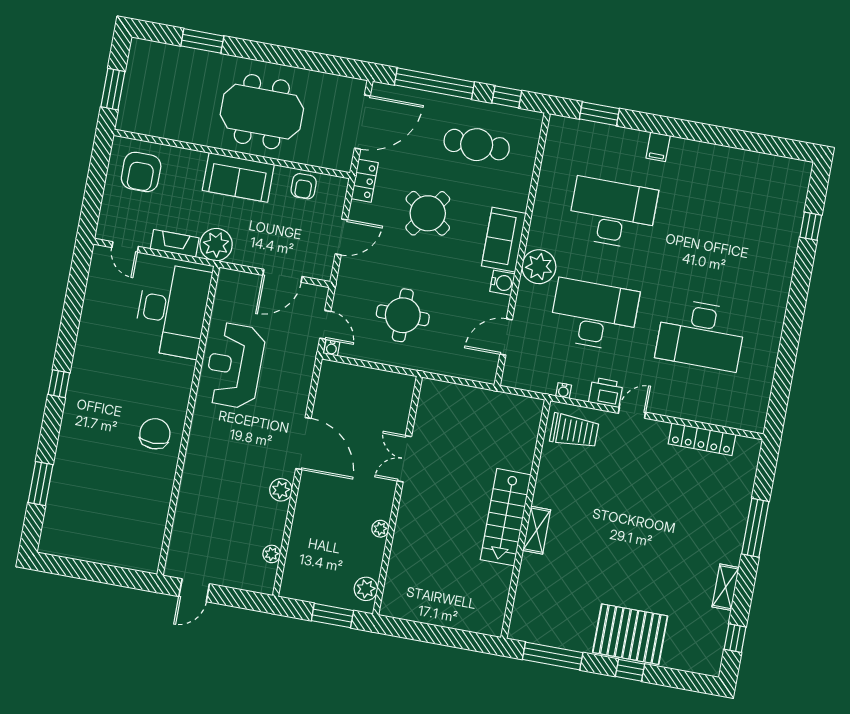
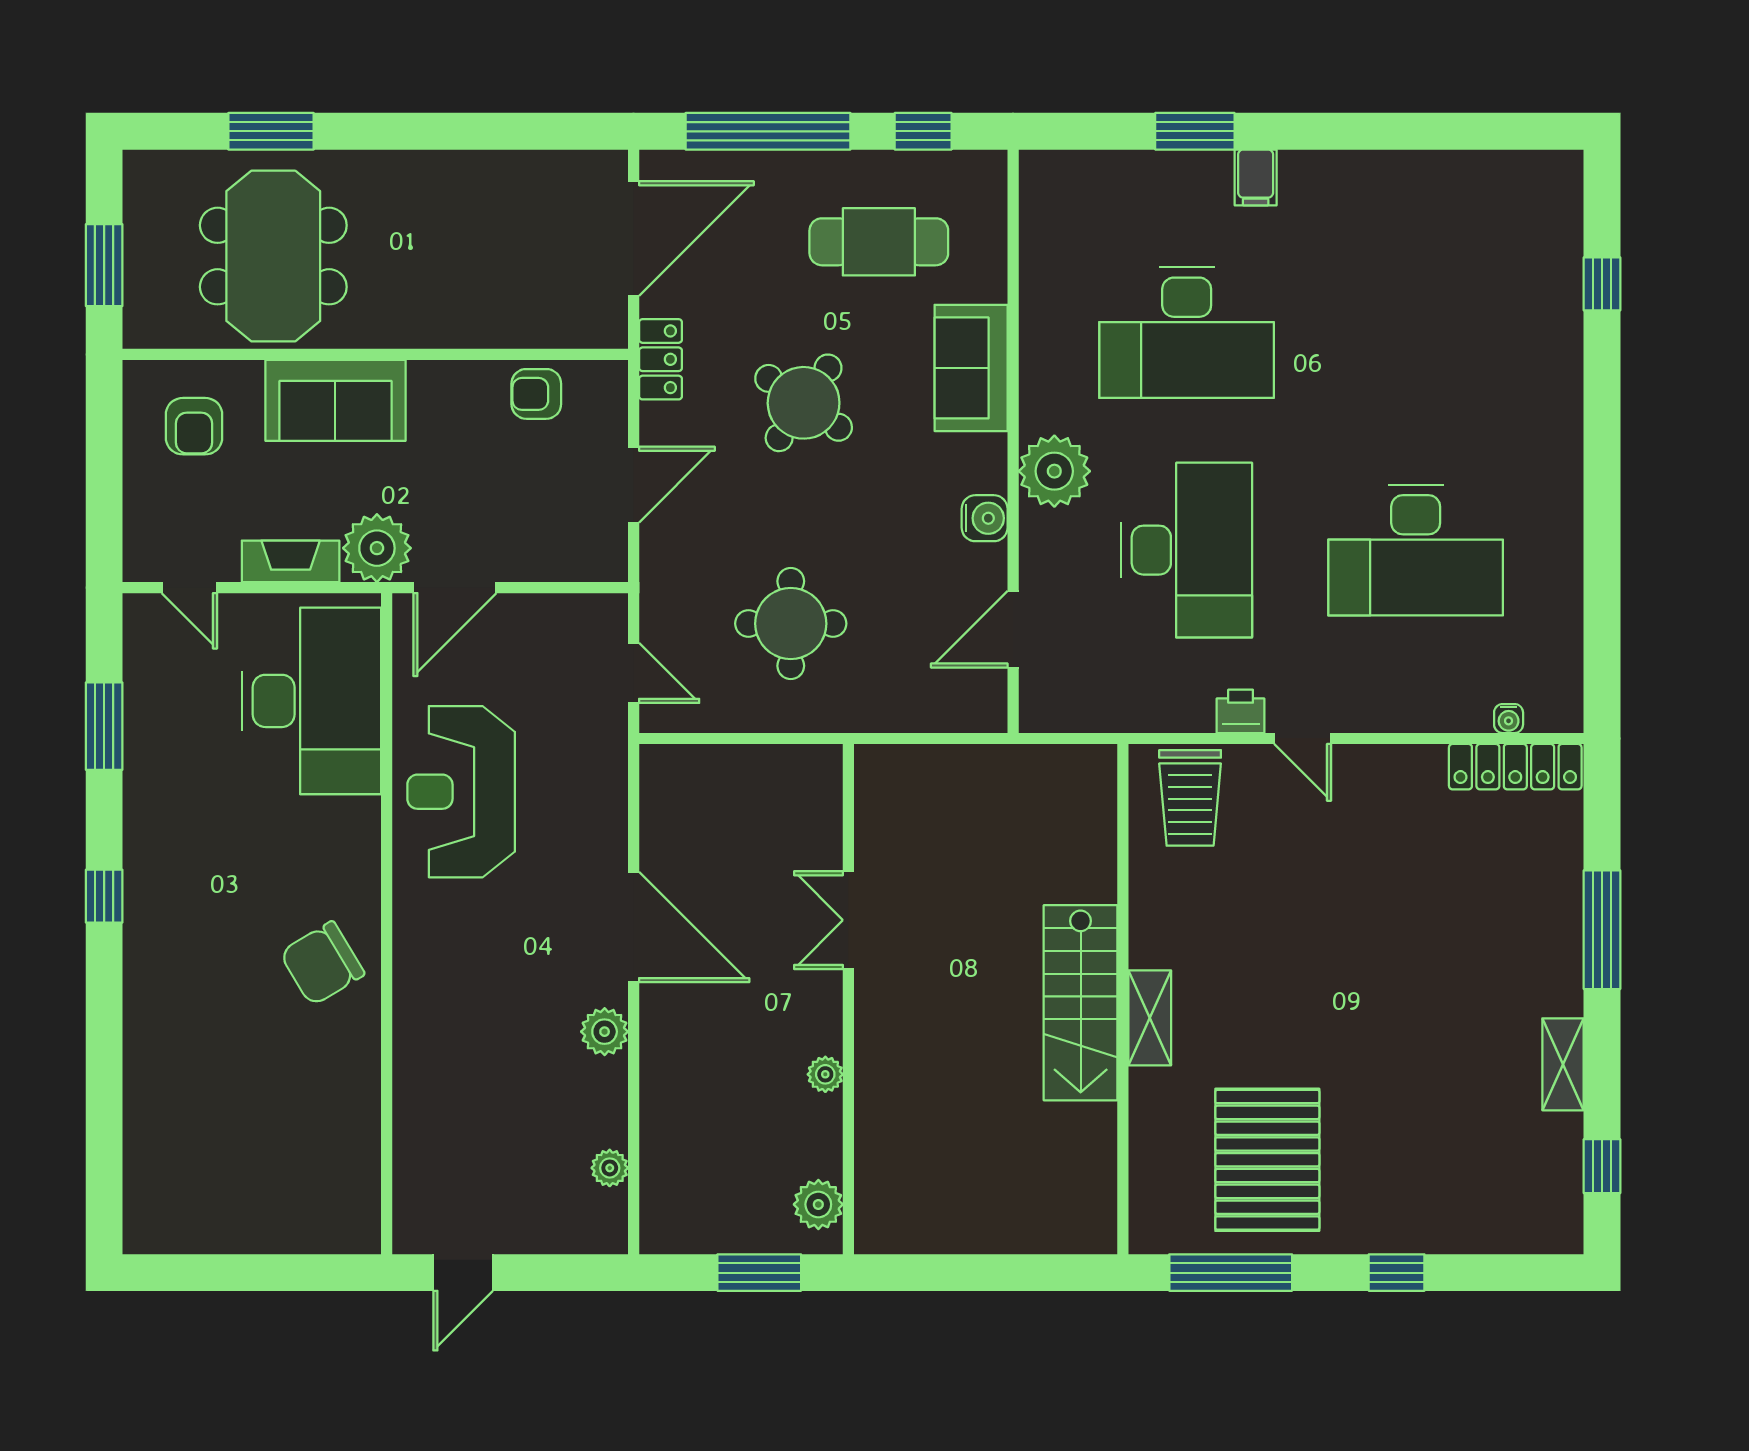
meeting table: (262, 112) -> (273, 256), moved, turned 90
window: (599, 114) -> (1195, 131), moved
armchair: (141, 172) -> (194, 426), width x0.72, depth x0.72
sofa: (238, 177) -> (335, 400), moved
armchair: (304, 186) -> (536, 394), turned 90
desk: (613, 213) -> (1187, 332), turned 180
sofa: (504, 240) -> (971, 368), moved
door: (282, 276) -> (455, 588), moved
desk: (594, 315) -> (1187, 550), turned 90
water cooler: (332, 348) -> (656, 718), removed
water cooler: (564, 391) -> (1509, 719), moved
printer: (606, 392) -> (1241, 711), width x0.73, depth x0.81
door: (632, 413) -> (1303, 738), swing flipped
trolley: (574, 431) -> (1190, 798), turned 90
chair: (155, 434) -> (322, 963), turned -121
locker: (702, 439) -> (1515, 767), moved
window: (41, 484) -> (104, 726), moved
pallet: (630, 634) -> (1267, 1160), moved, turned 90

